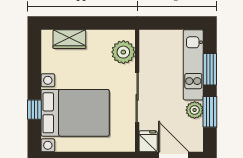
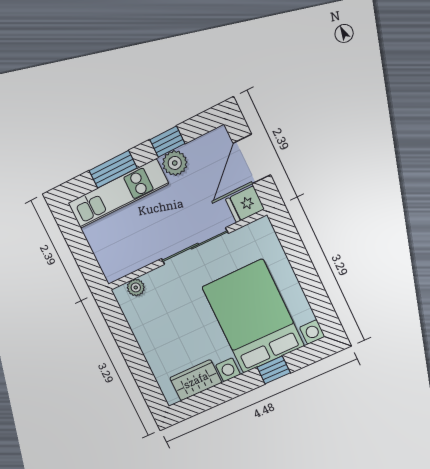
wardrobe: (69, 39) -> (196, 380), moved, turned -90
plant: (123, 52) -> (136, 287), width x0.53, depth x0.53
window: (210, 112) -> (167, 142), width x0.67

